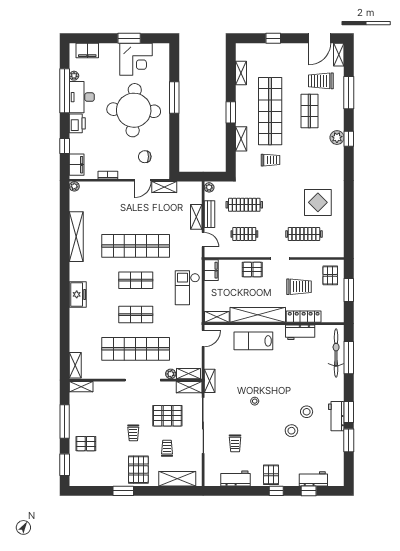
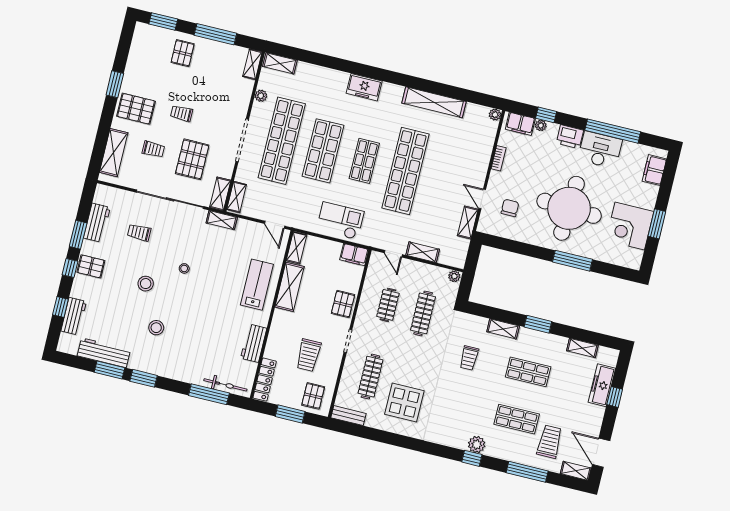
freezer: (266, 51) -> (602, 385), added
plant: (74, 76) -> (541, 125), moved
shop shelf: (270, 111) -> (528, 372), width x0.50, depth x0.74
bench: (209, 214) -> (348, 416), moved
door: (203, 240) -> (393, 254), hinge flipped
pallet: (330, 275) -> (313, 396), turned 90
shop shelf: (136, 315) -> (323, 151), width x1.43, depth x1.36
shelving: (258, 315) -> (289, 287), width x0.68
locker: (304, 317) -> (265, 380), moved
bicycle: (336, 353) -> (225, 385), width x0.73, depth x0.71
plant: (171, 374) -> (261, 96), moved
workbench: (336, 416) -> (104, 353), moved, width x1.38
stool: (291, 431) -> (146, 284), moved
window: (249, 491) -> (78, 235), added

